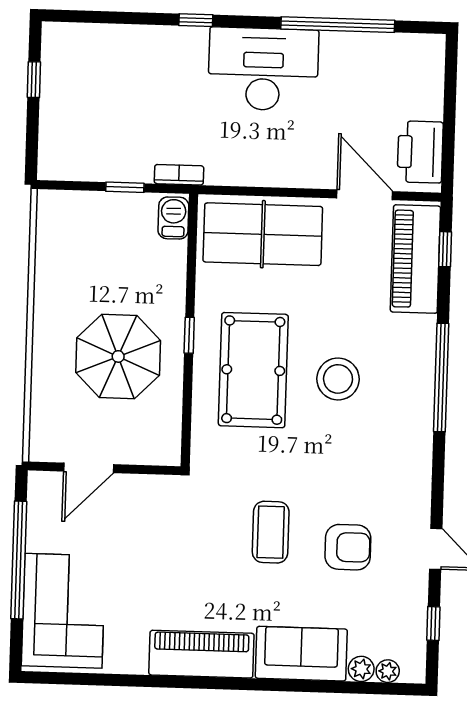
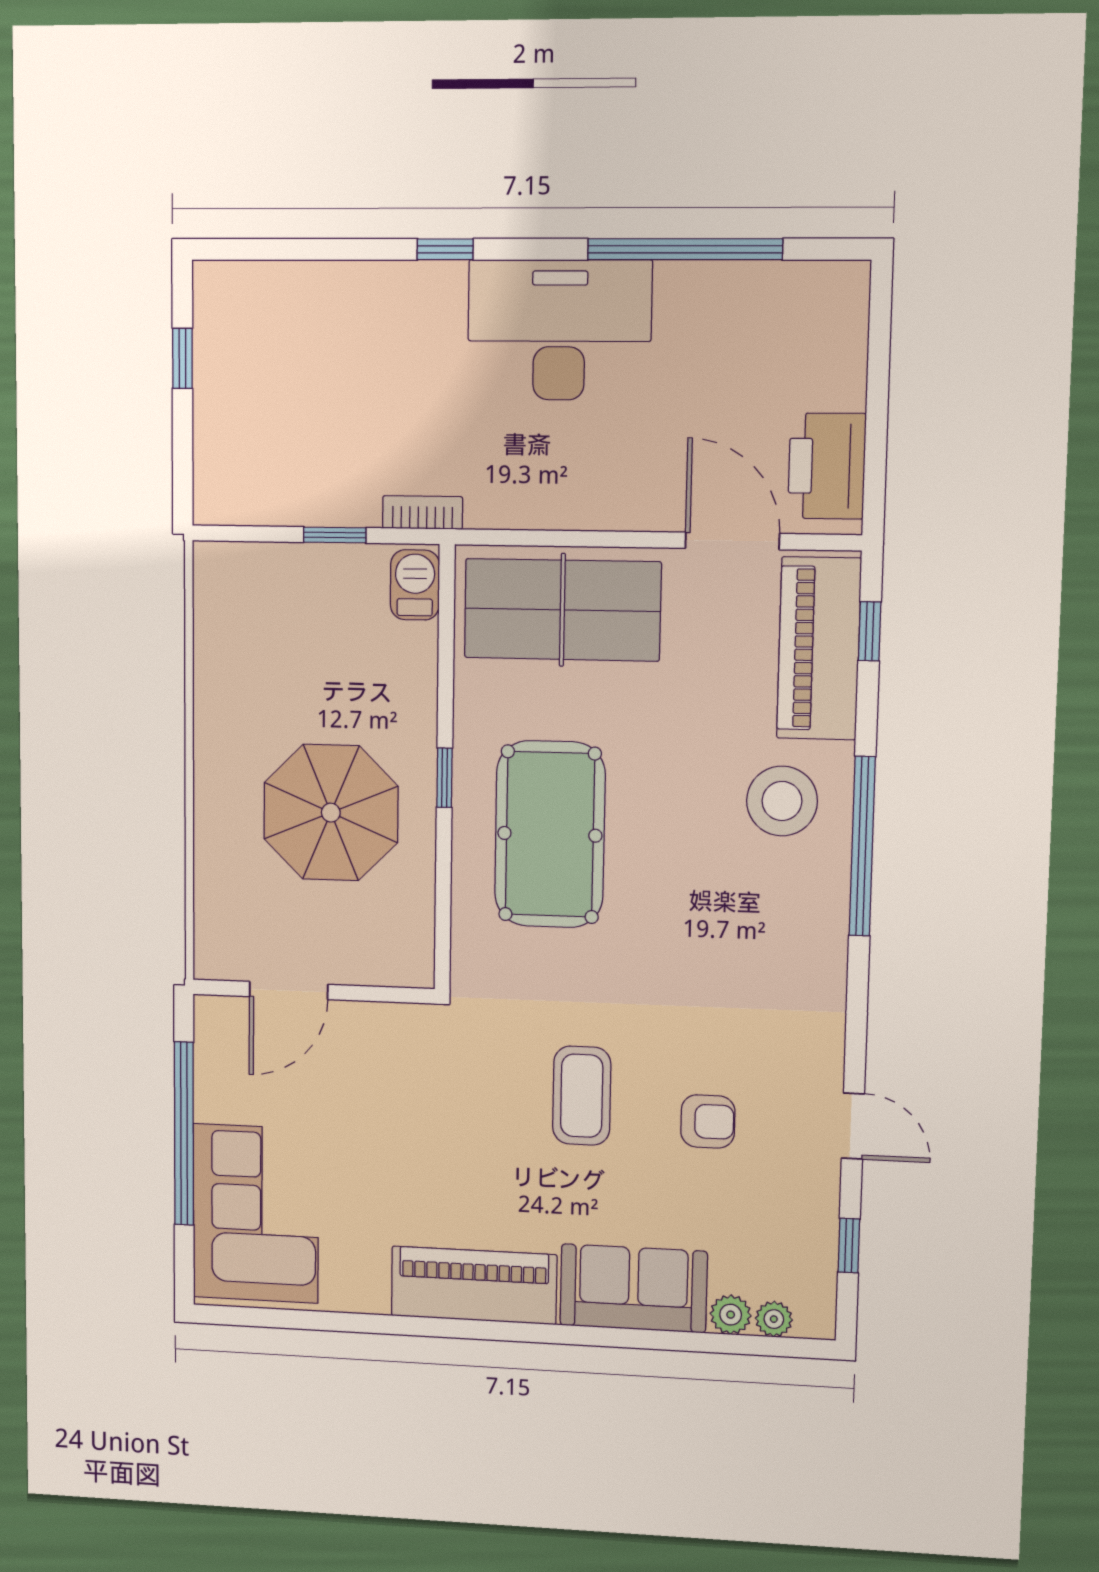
stool: (338, 379) -> (782, 801), moved
armchair: (348, 547) -> (708, 1121), width x0.72, depth x0.72

